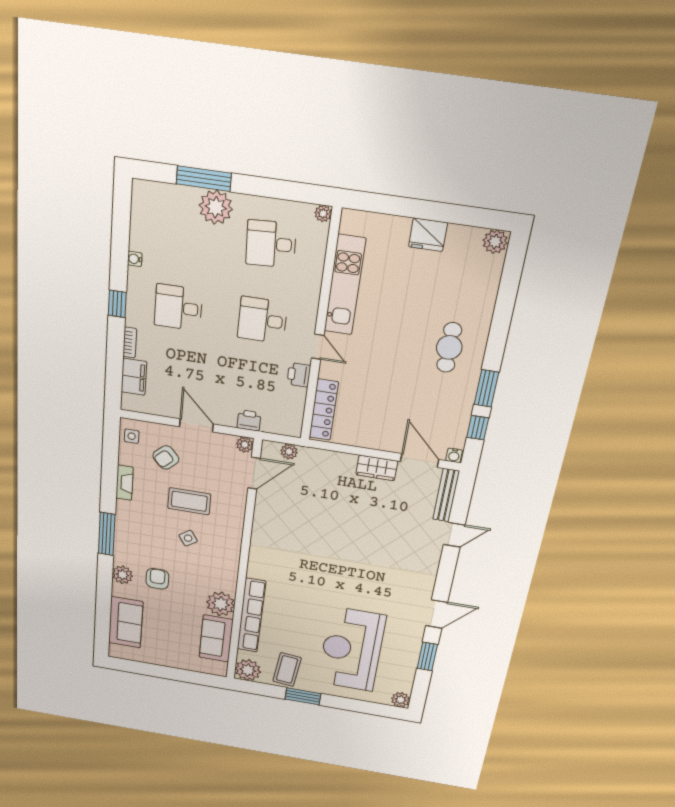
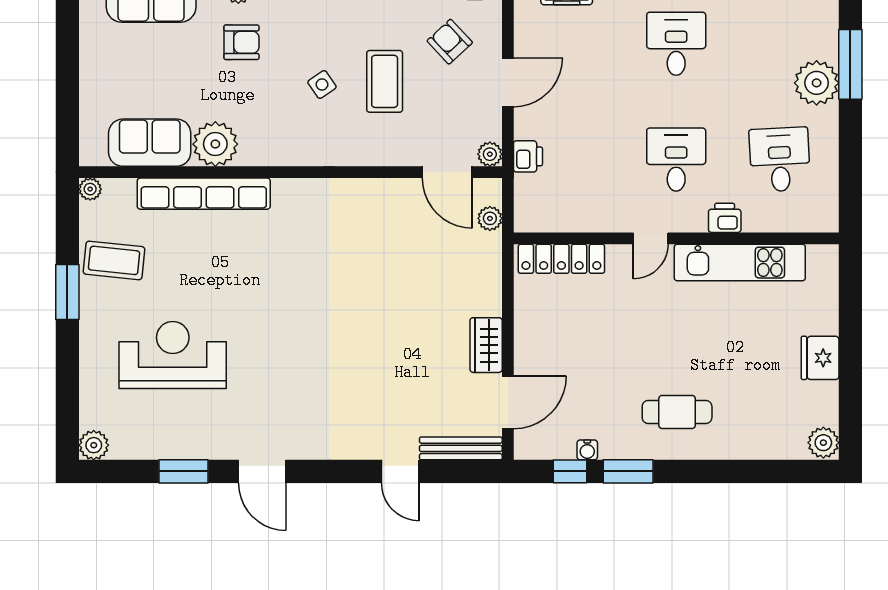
plant: (323, 213) -> (828, 222), removed
printer: (299, 375) -> (725, 218), moved
water cooler: (454, 455) -> (587, 450), moved, turned -90
reception desk: (351, 649) -> (173, 355), width x0.74, depth x0.77
plant: (248, 670) -> (90, 189), width x0.53, depth x0.53

